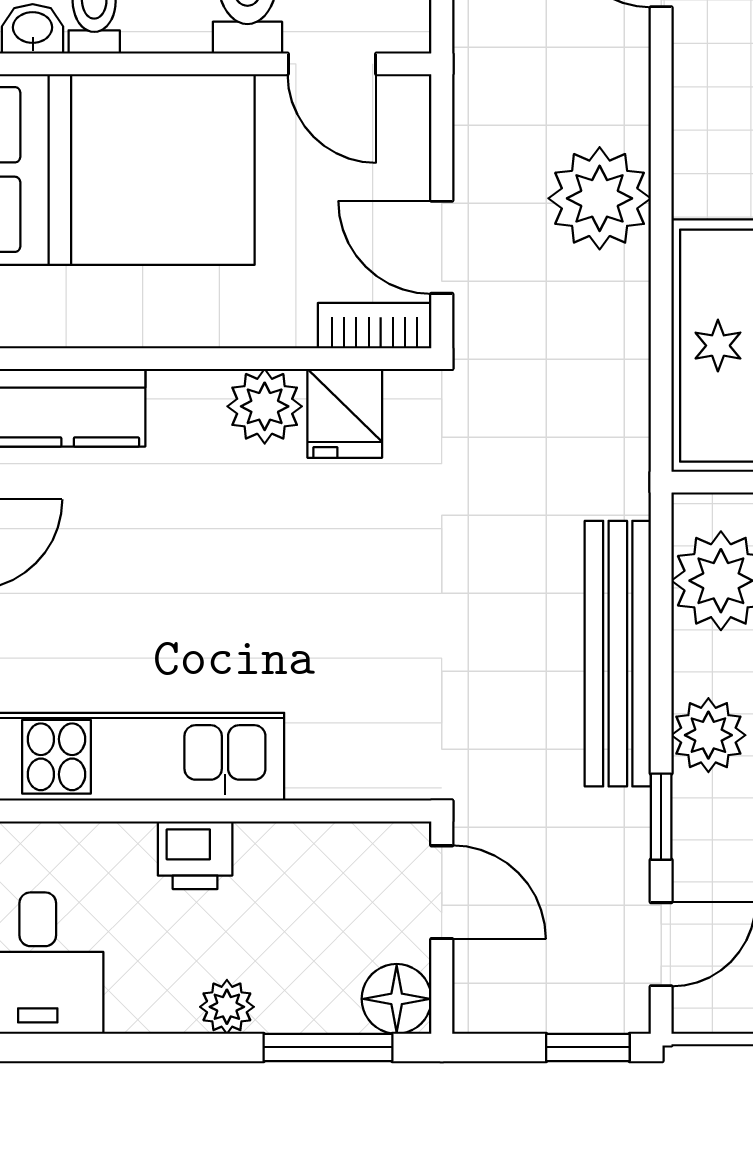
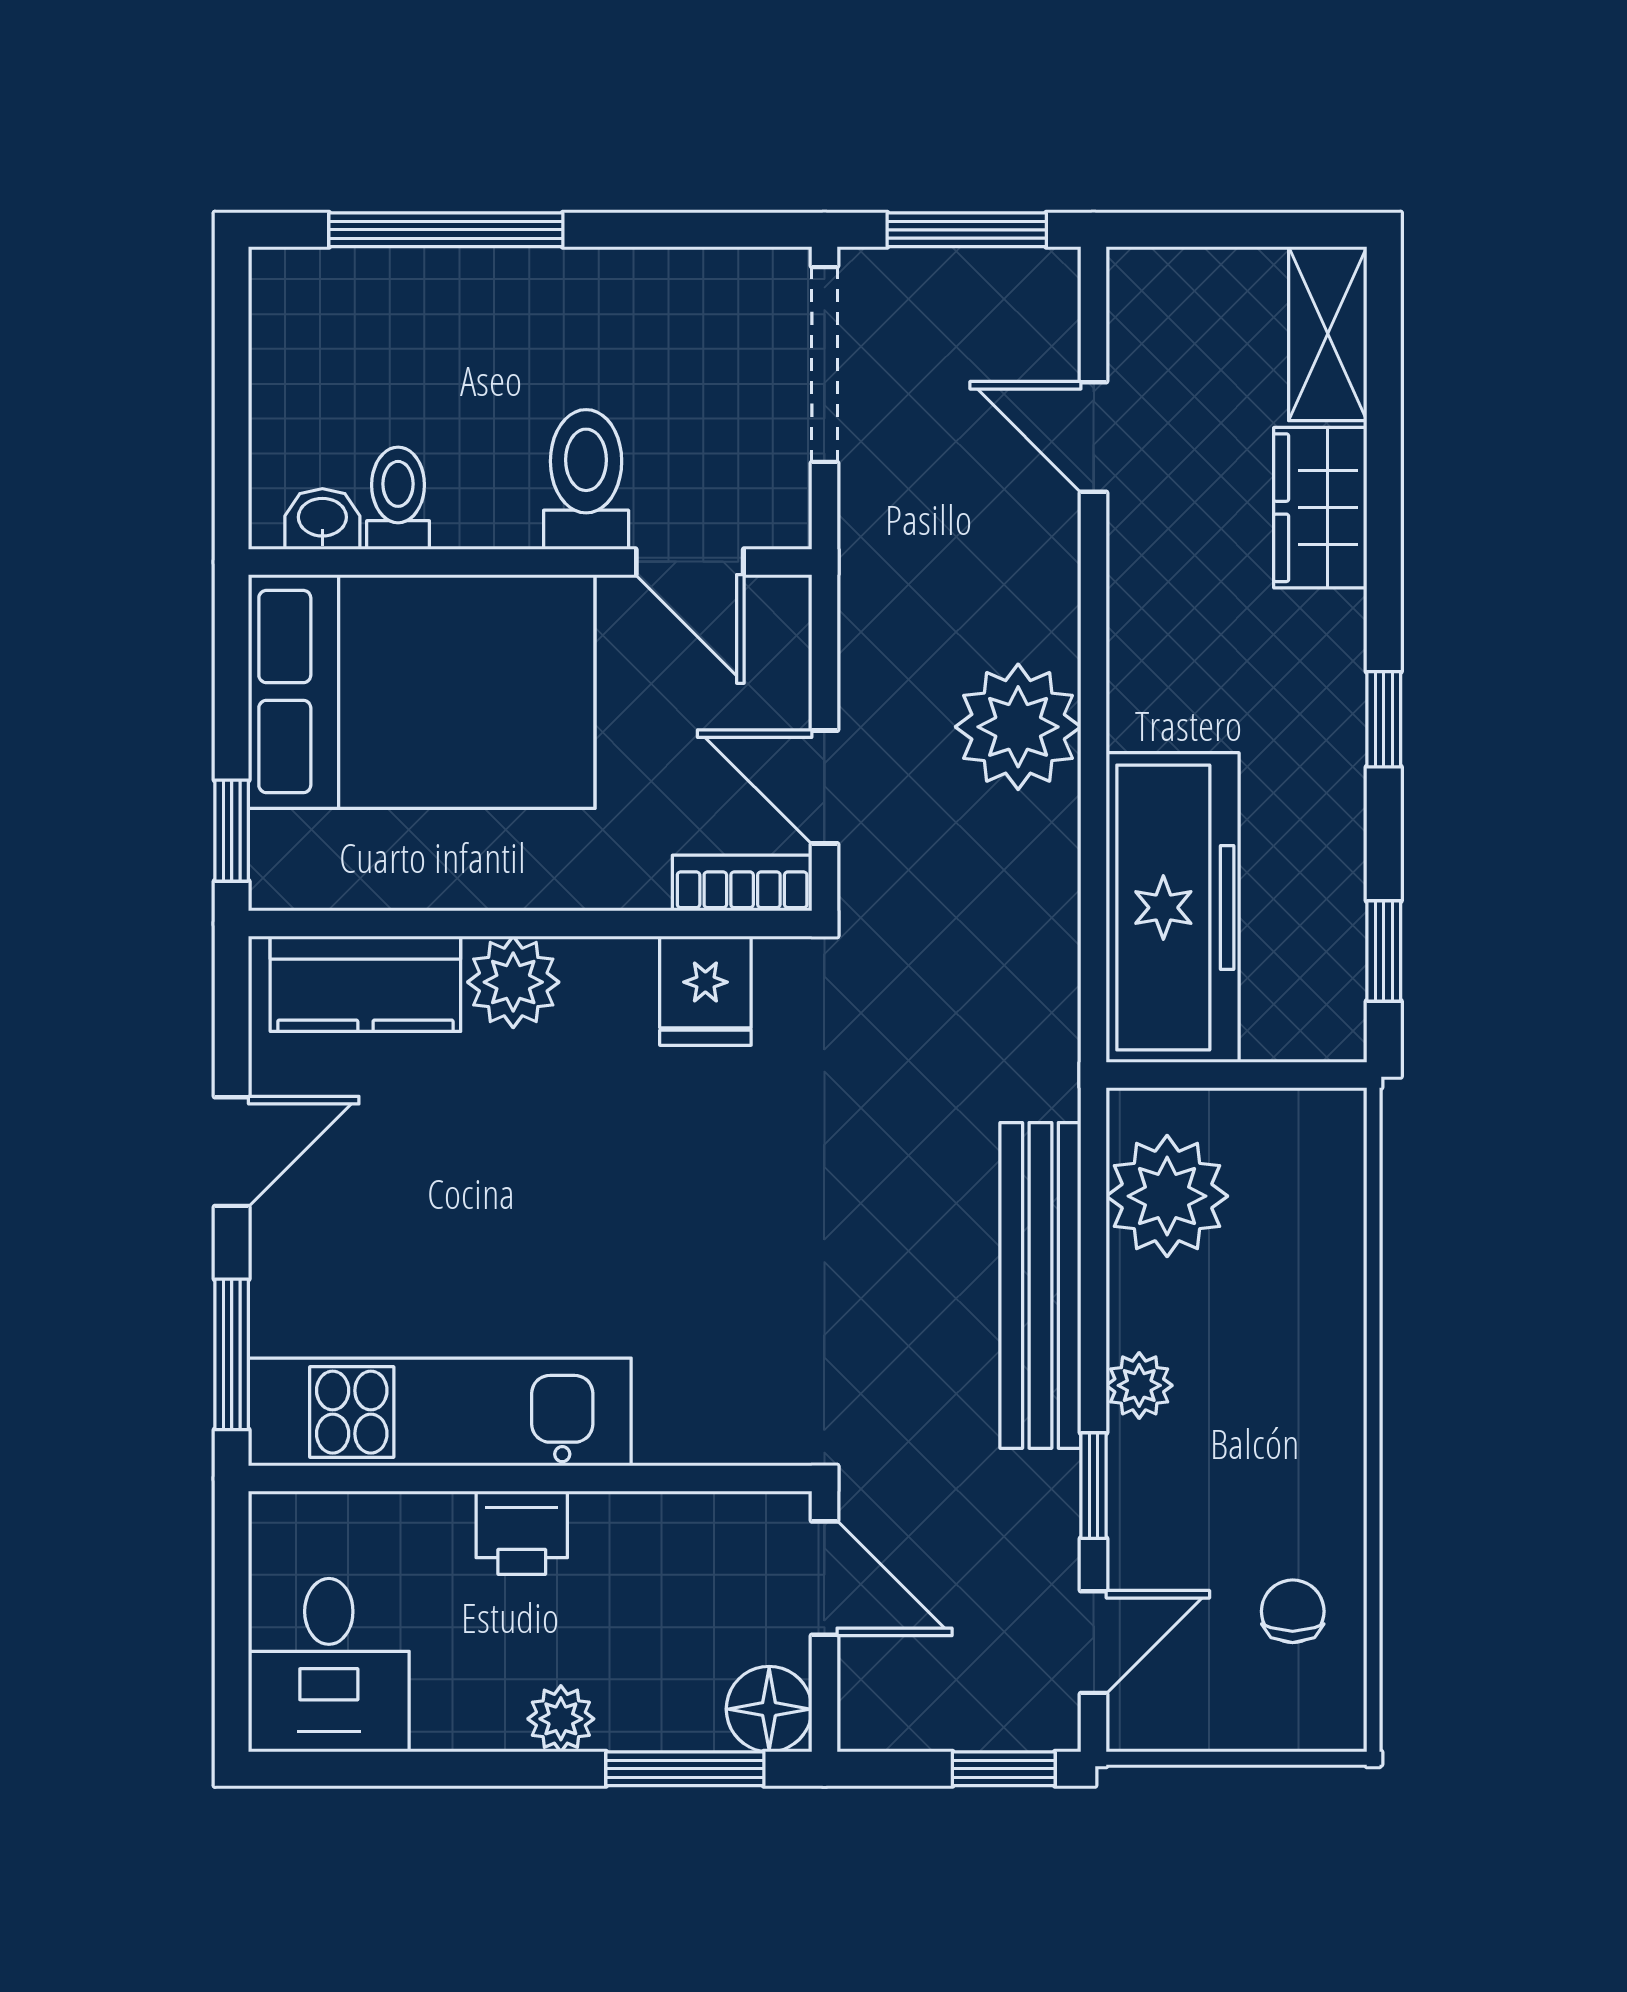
plant: (265, 406) -> (513, 982), moved
plant: (708, 735) -> (1139, 1385), width x0.73, depth x0.73

